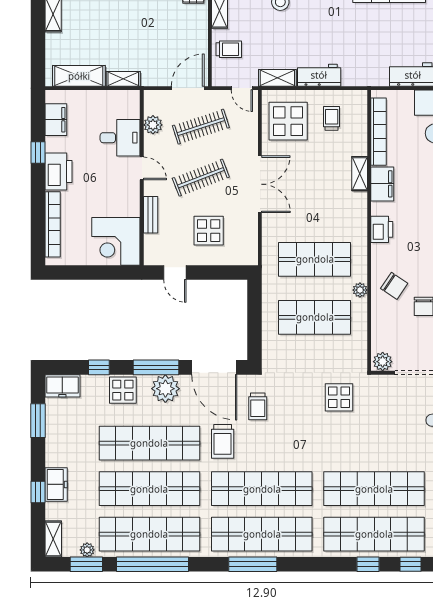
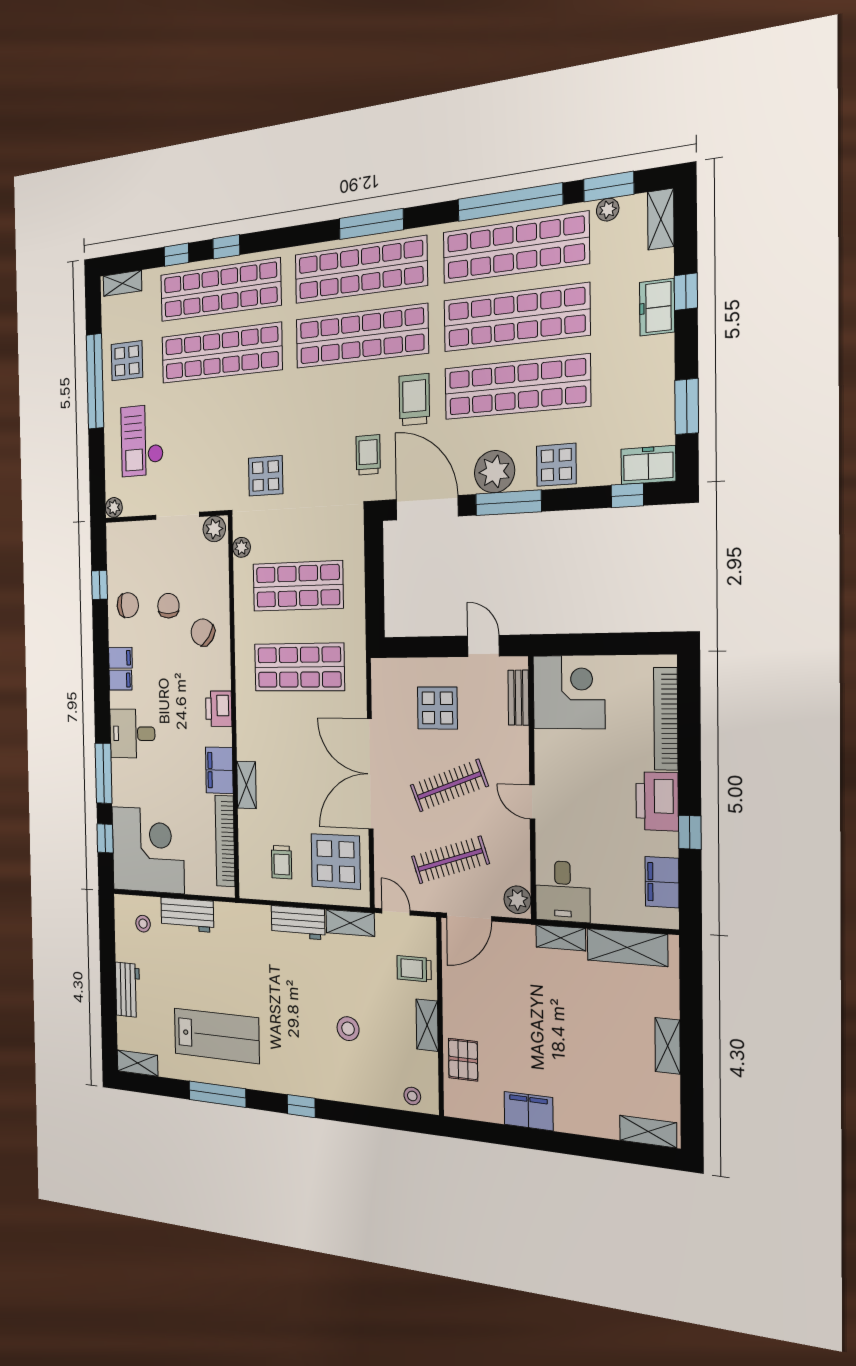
plant: (153, 125) -> (517, 900), moved
desk: (120, 138) -> (563, 891), moved, turned -90
double door: (260, 184) -> (370, 774), width x1.36
bench: (151, 215) -> (518, 698), moved
plant: (360, 290) -> (242, 547), moved
window: (99, 367) -> (627, 495), moved

